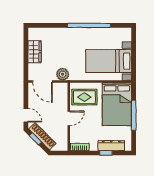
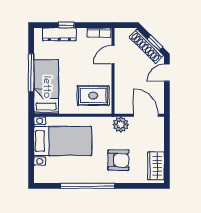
armchair: (64, 46) -> (118, 160), added
wardrobe: (35, 52) -> (156, 166), moved
bed: (117, 104) -> (46, 87), width x0.67
door: (26, 115) -> (167, 73), hinge flipped
door: (69, 118) -> (113, 55), moved

